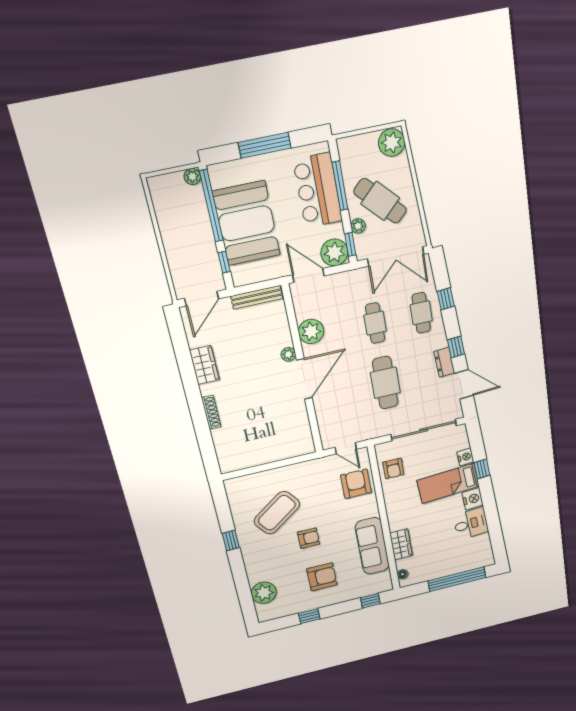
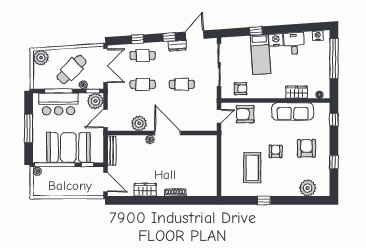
cafe table: (385, 383) -> (182, 84), width x0.73, depth x0.74
nightstand: (465, 457) -> (318, 36), moved
coffee table: (277, 513) -> (252, 168), turned 36

